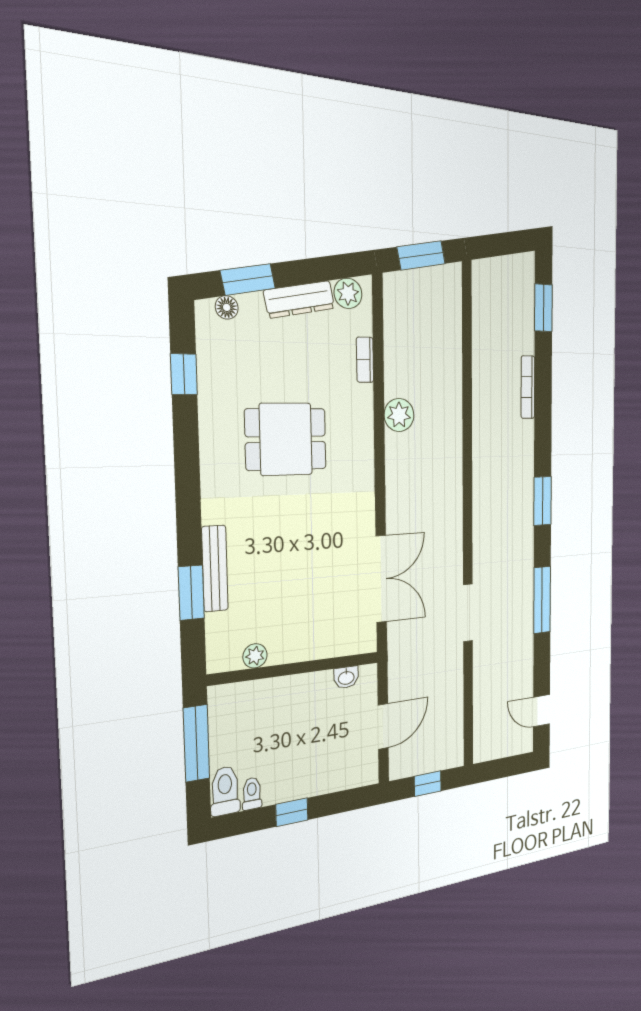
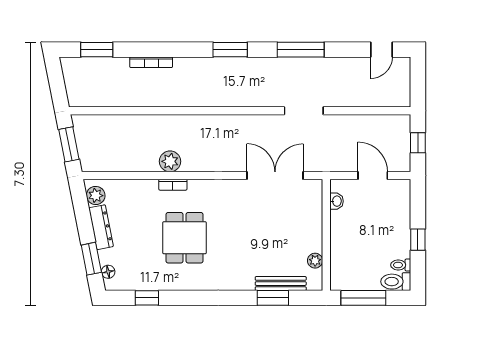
bookcase: (365, 360) -> (173, 185), moved
bench: (215, 568) -> (281, 284), moved

